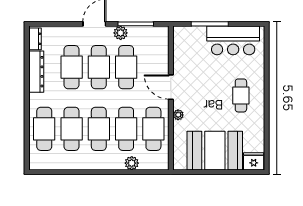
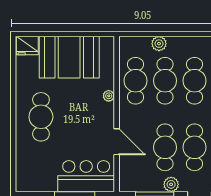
bar counter: (233, 40) -> (86, 176), moved
door: (171, 87) -> (117, 142), moved
cafe table: (241, 95) -> (41, 117), width x1.37, depth x1.35

